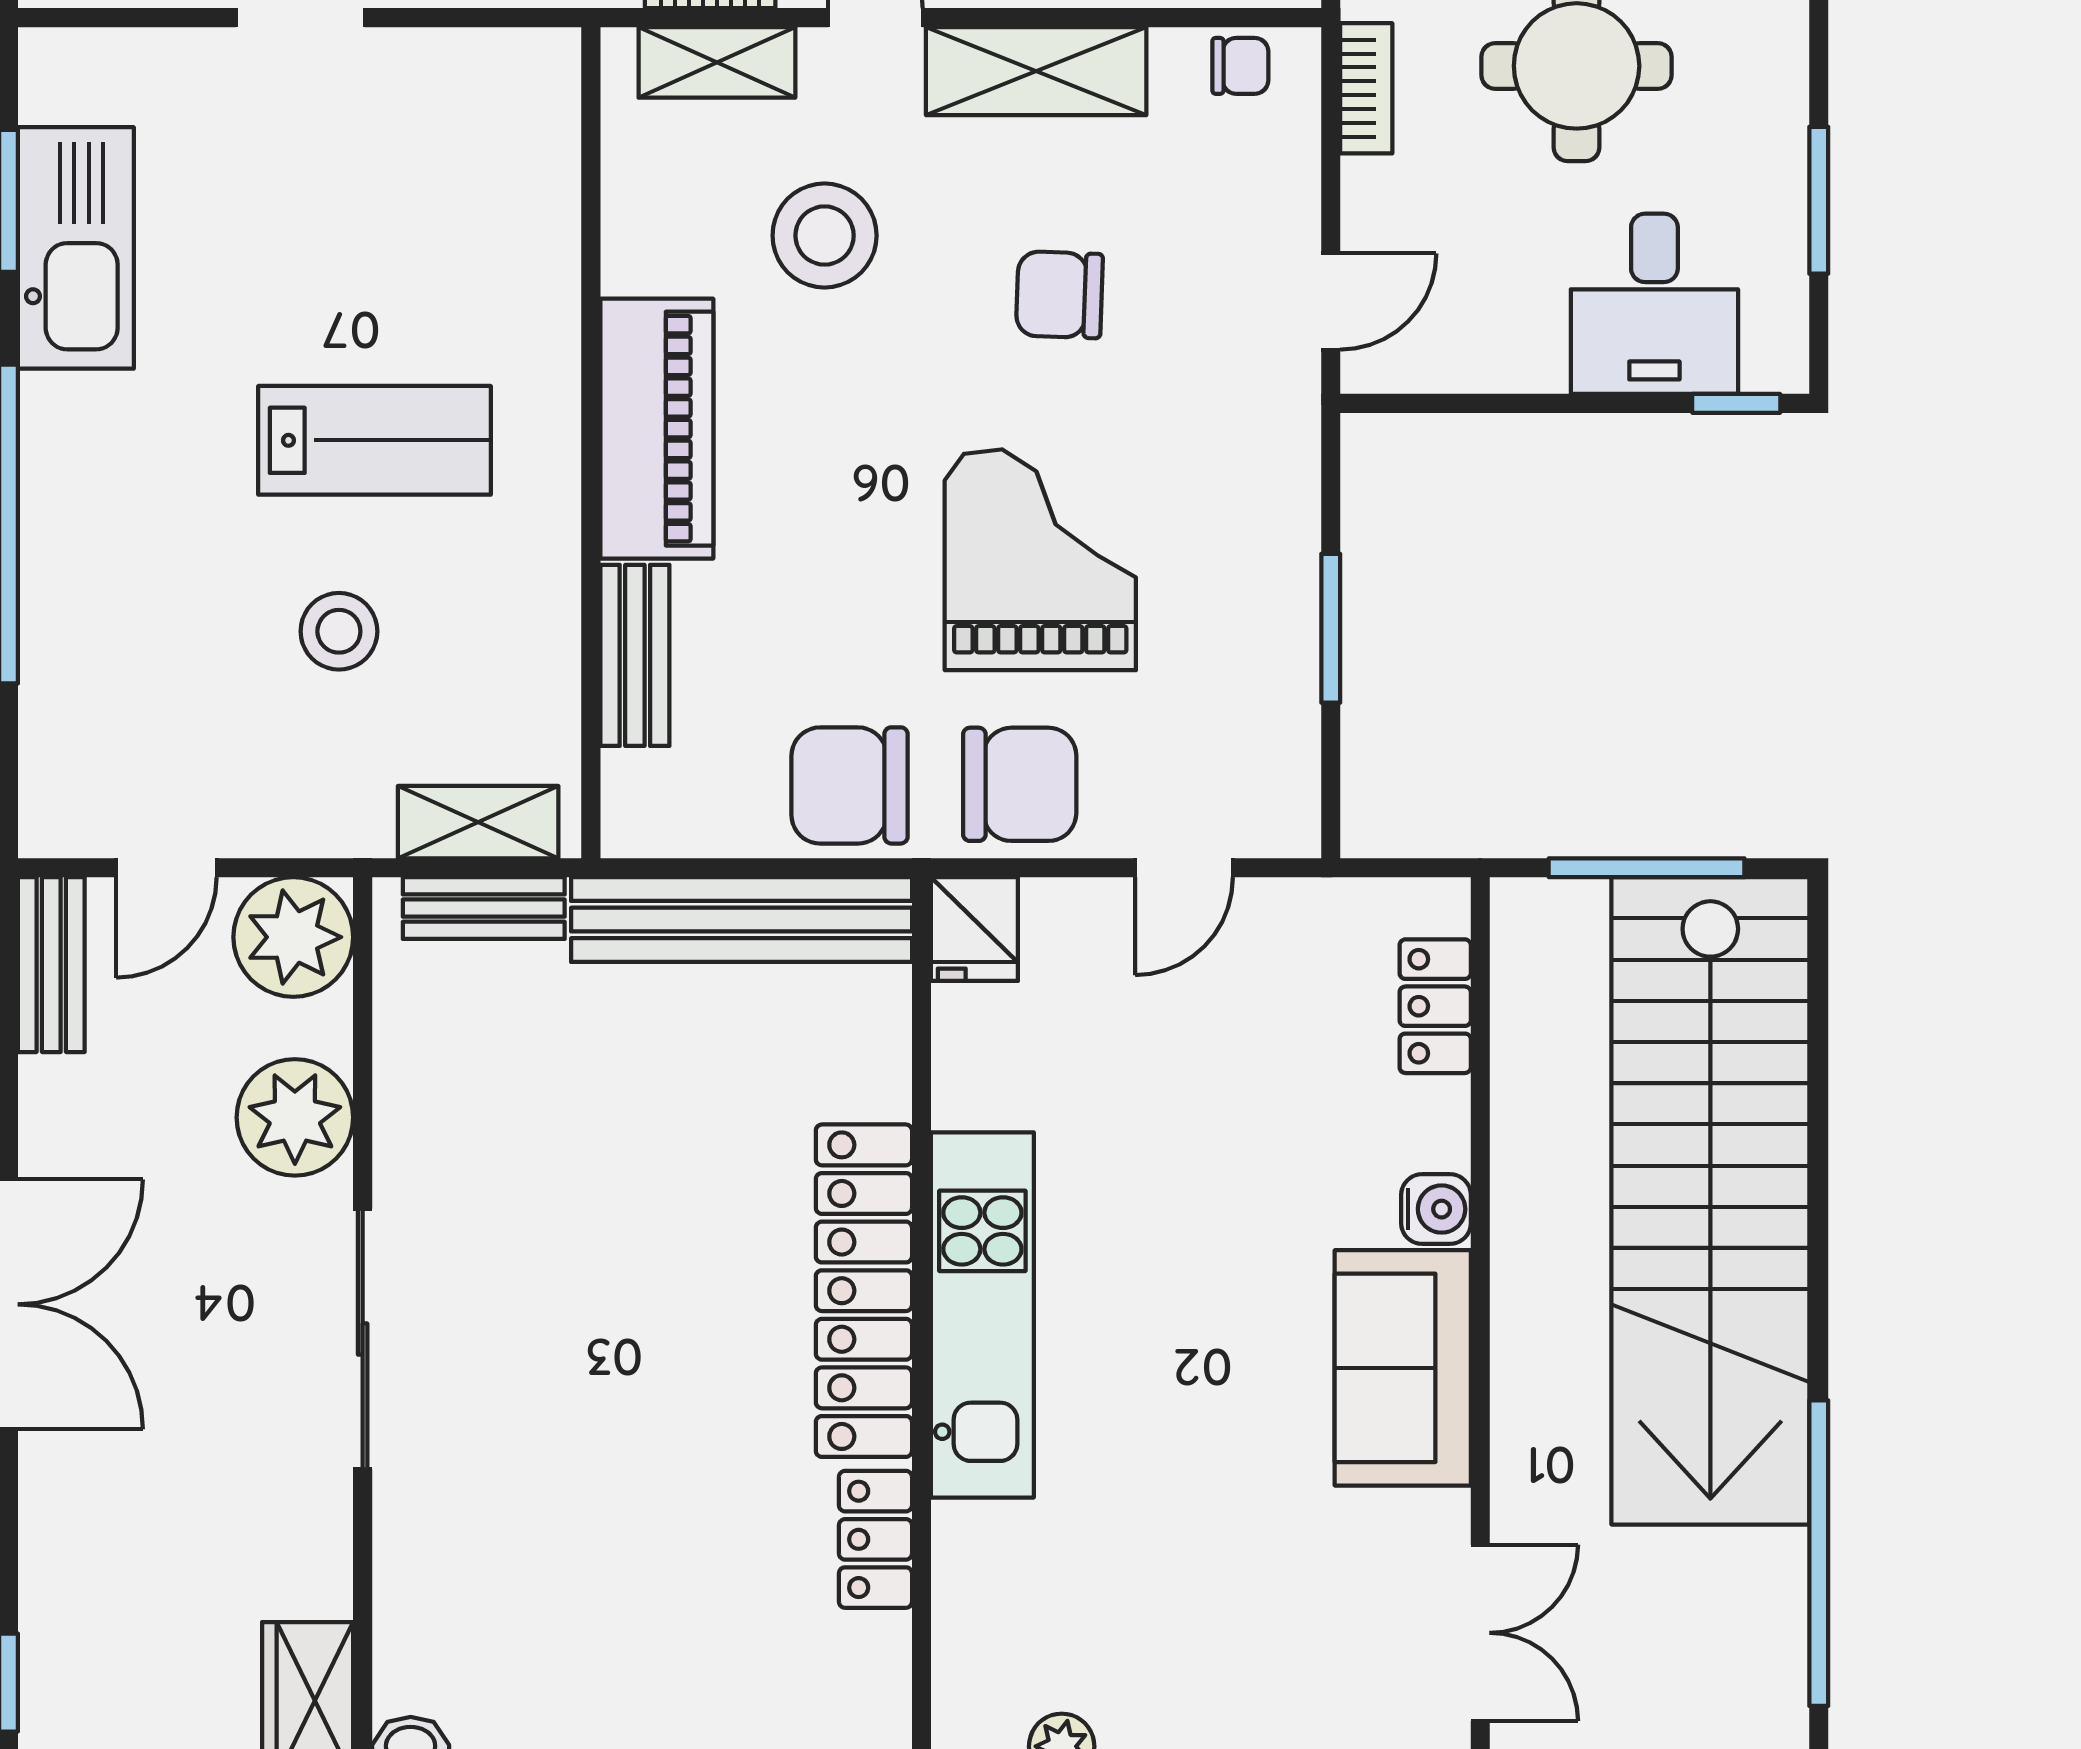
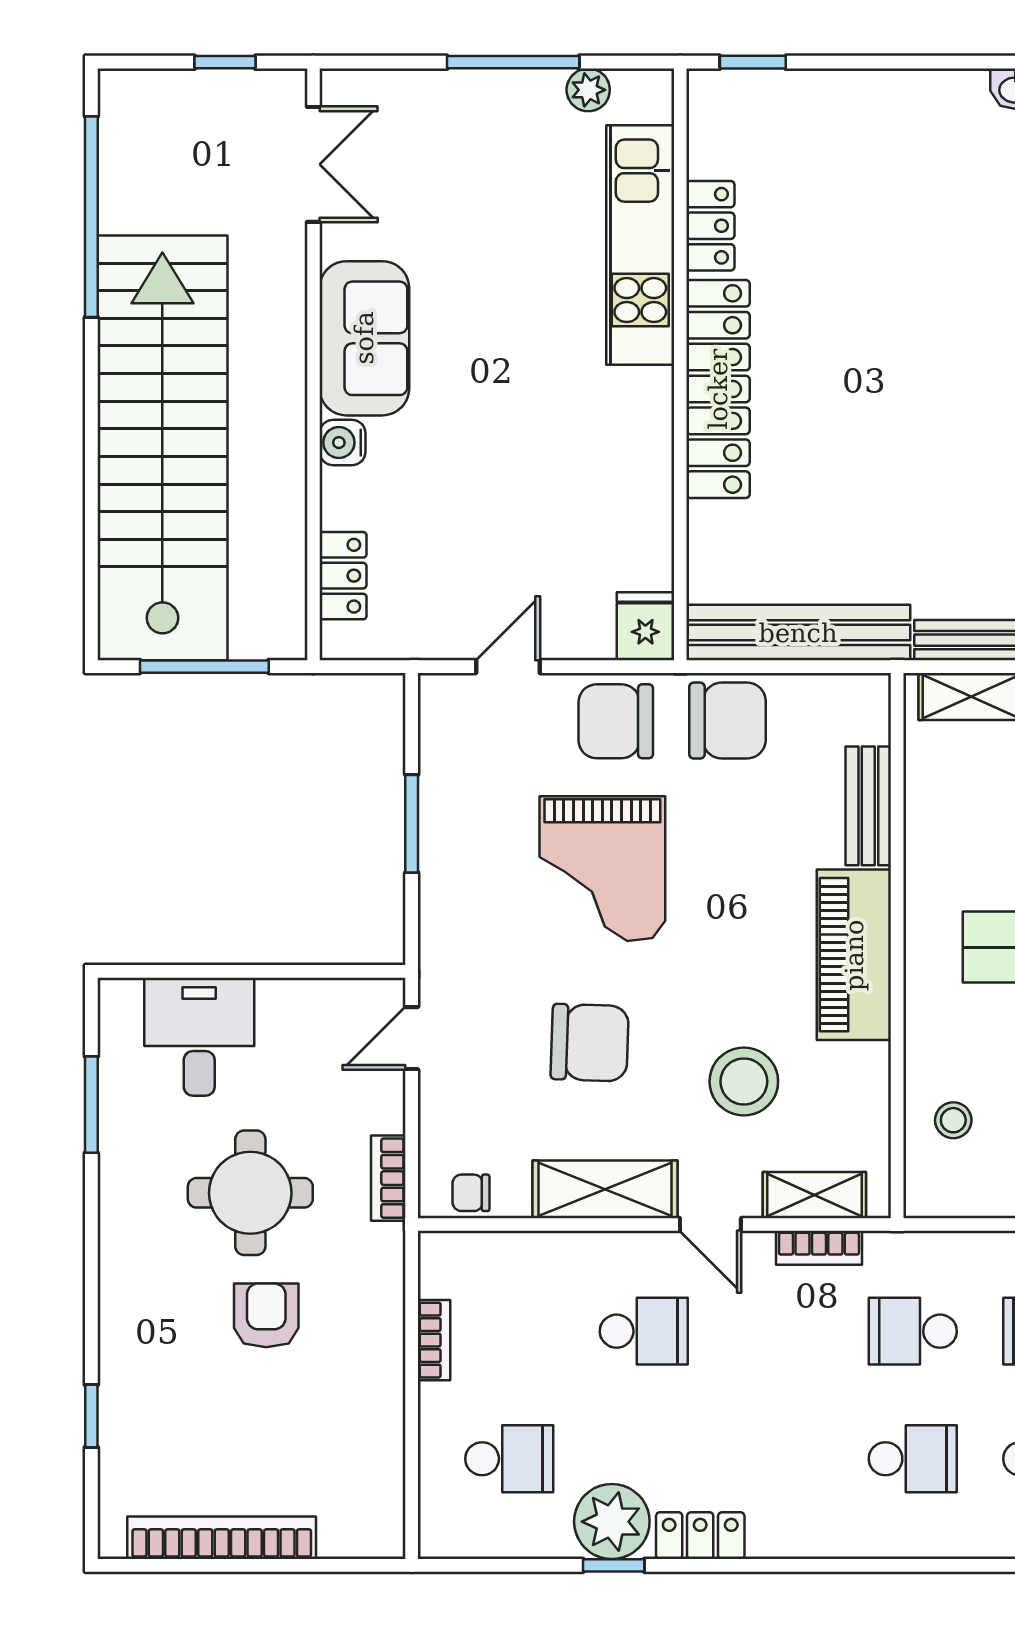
stool: (505, 177) -> (953, 1120), added
chair: (1059, 295) -> (590, 1043), width x1.37, depth x1.37
window: (1736, 403) -> (146, 971), removed
kitchen unit: (982, 1315) -> (640, 245), moved
double door: (1480, 1633) -> (313, 164), swing flipped

